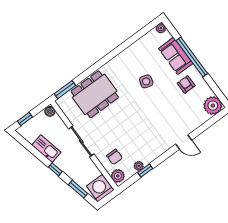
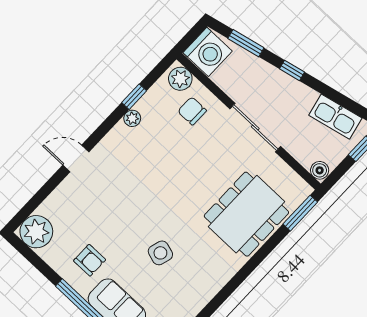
kitchen sink: (46, 149) -> (335, 117), moved
plant: (139, 166) -> (132, 118), moved

